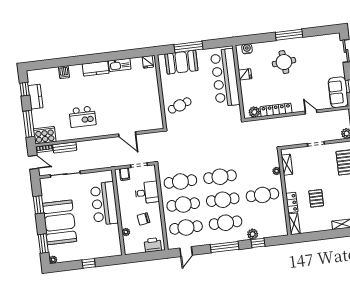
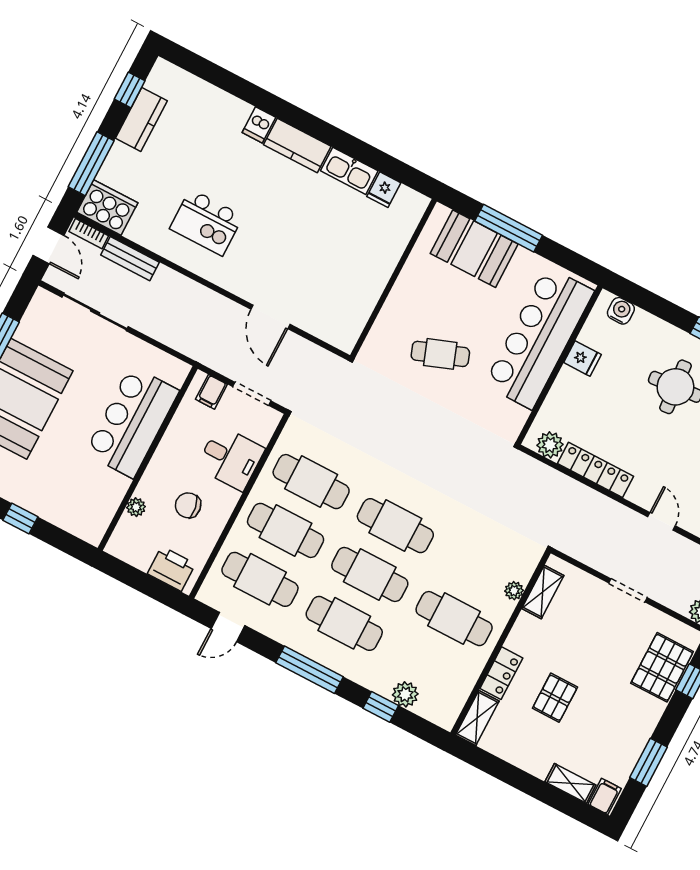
fridge: (148, 62) -> (384, 190), moved
dishwasher: (64, 72) -> (259, 125), moved
cafe table: (180, 105) -> (440, 354), moved
plant: (253, 234) -> (405, 694), moved

